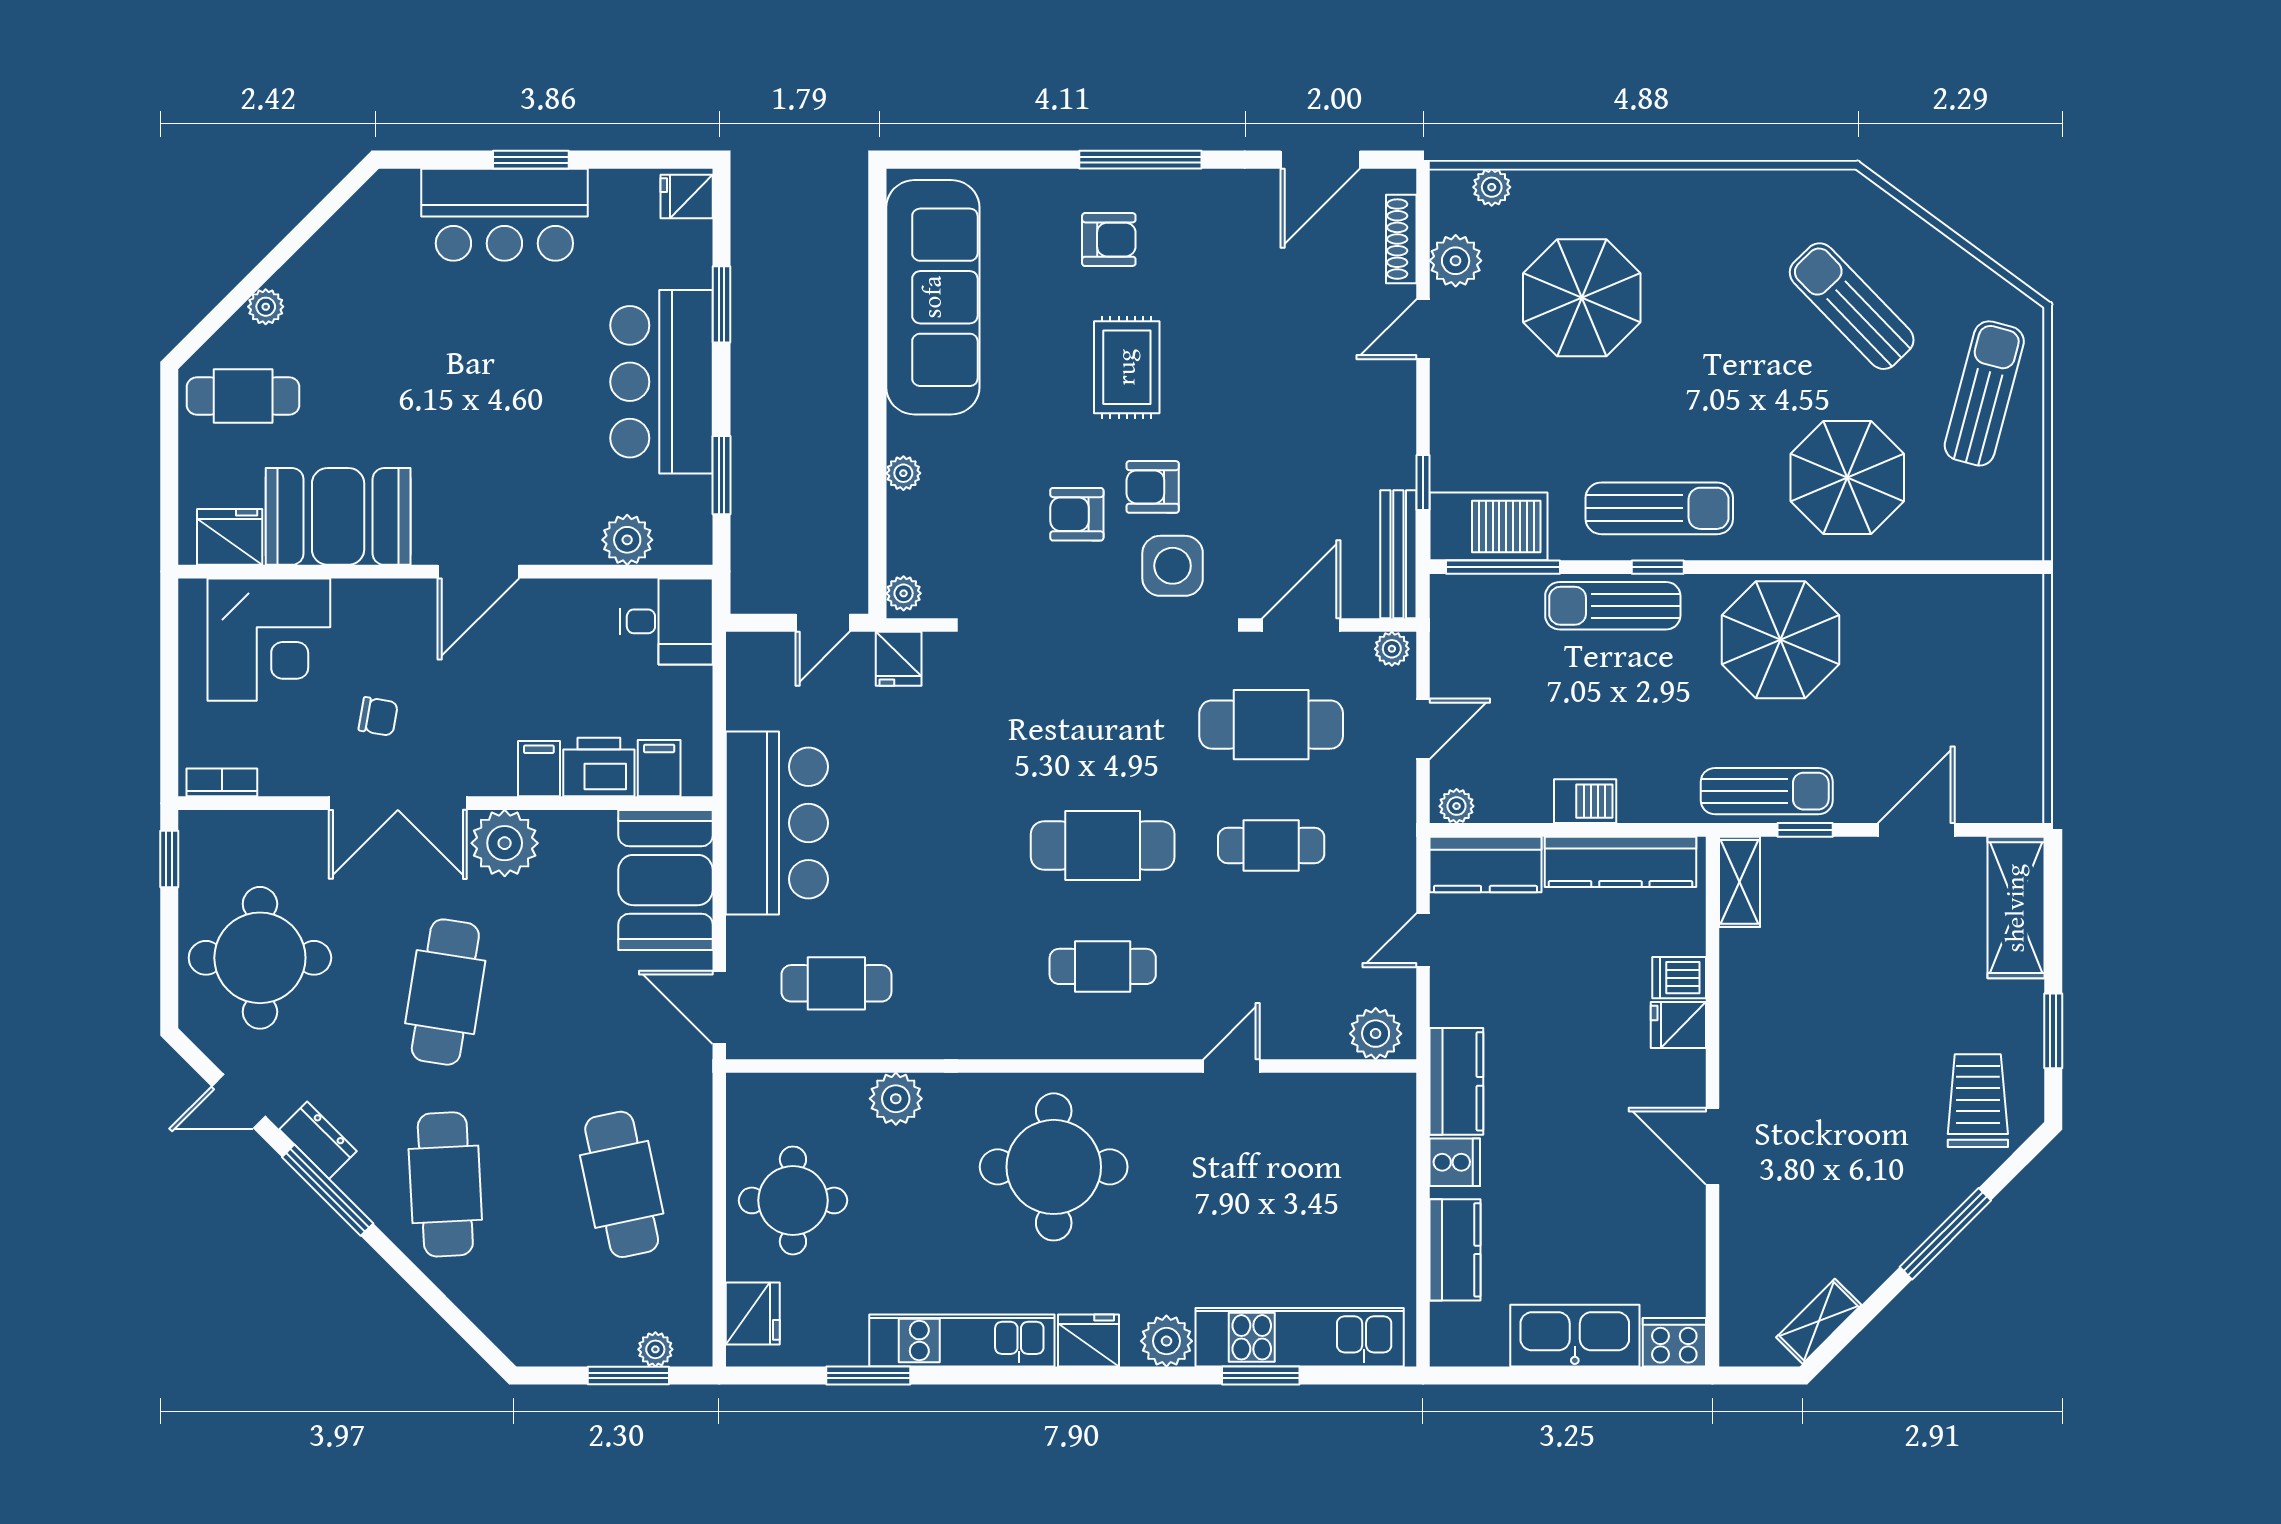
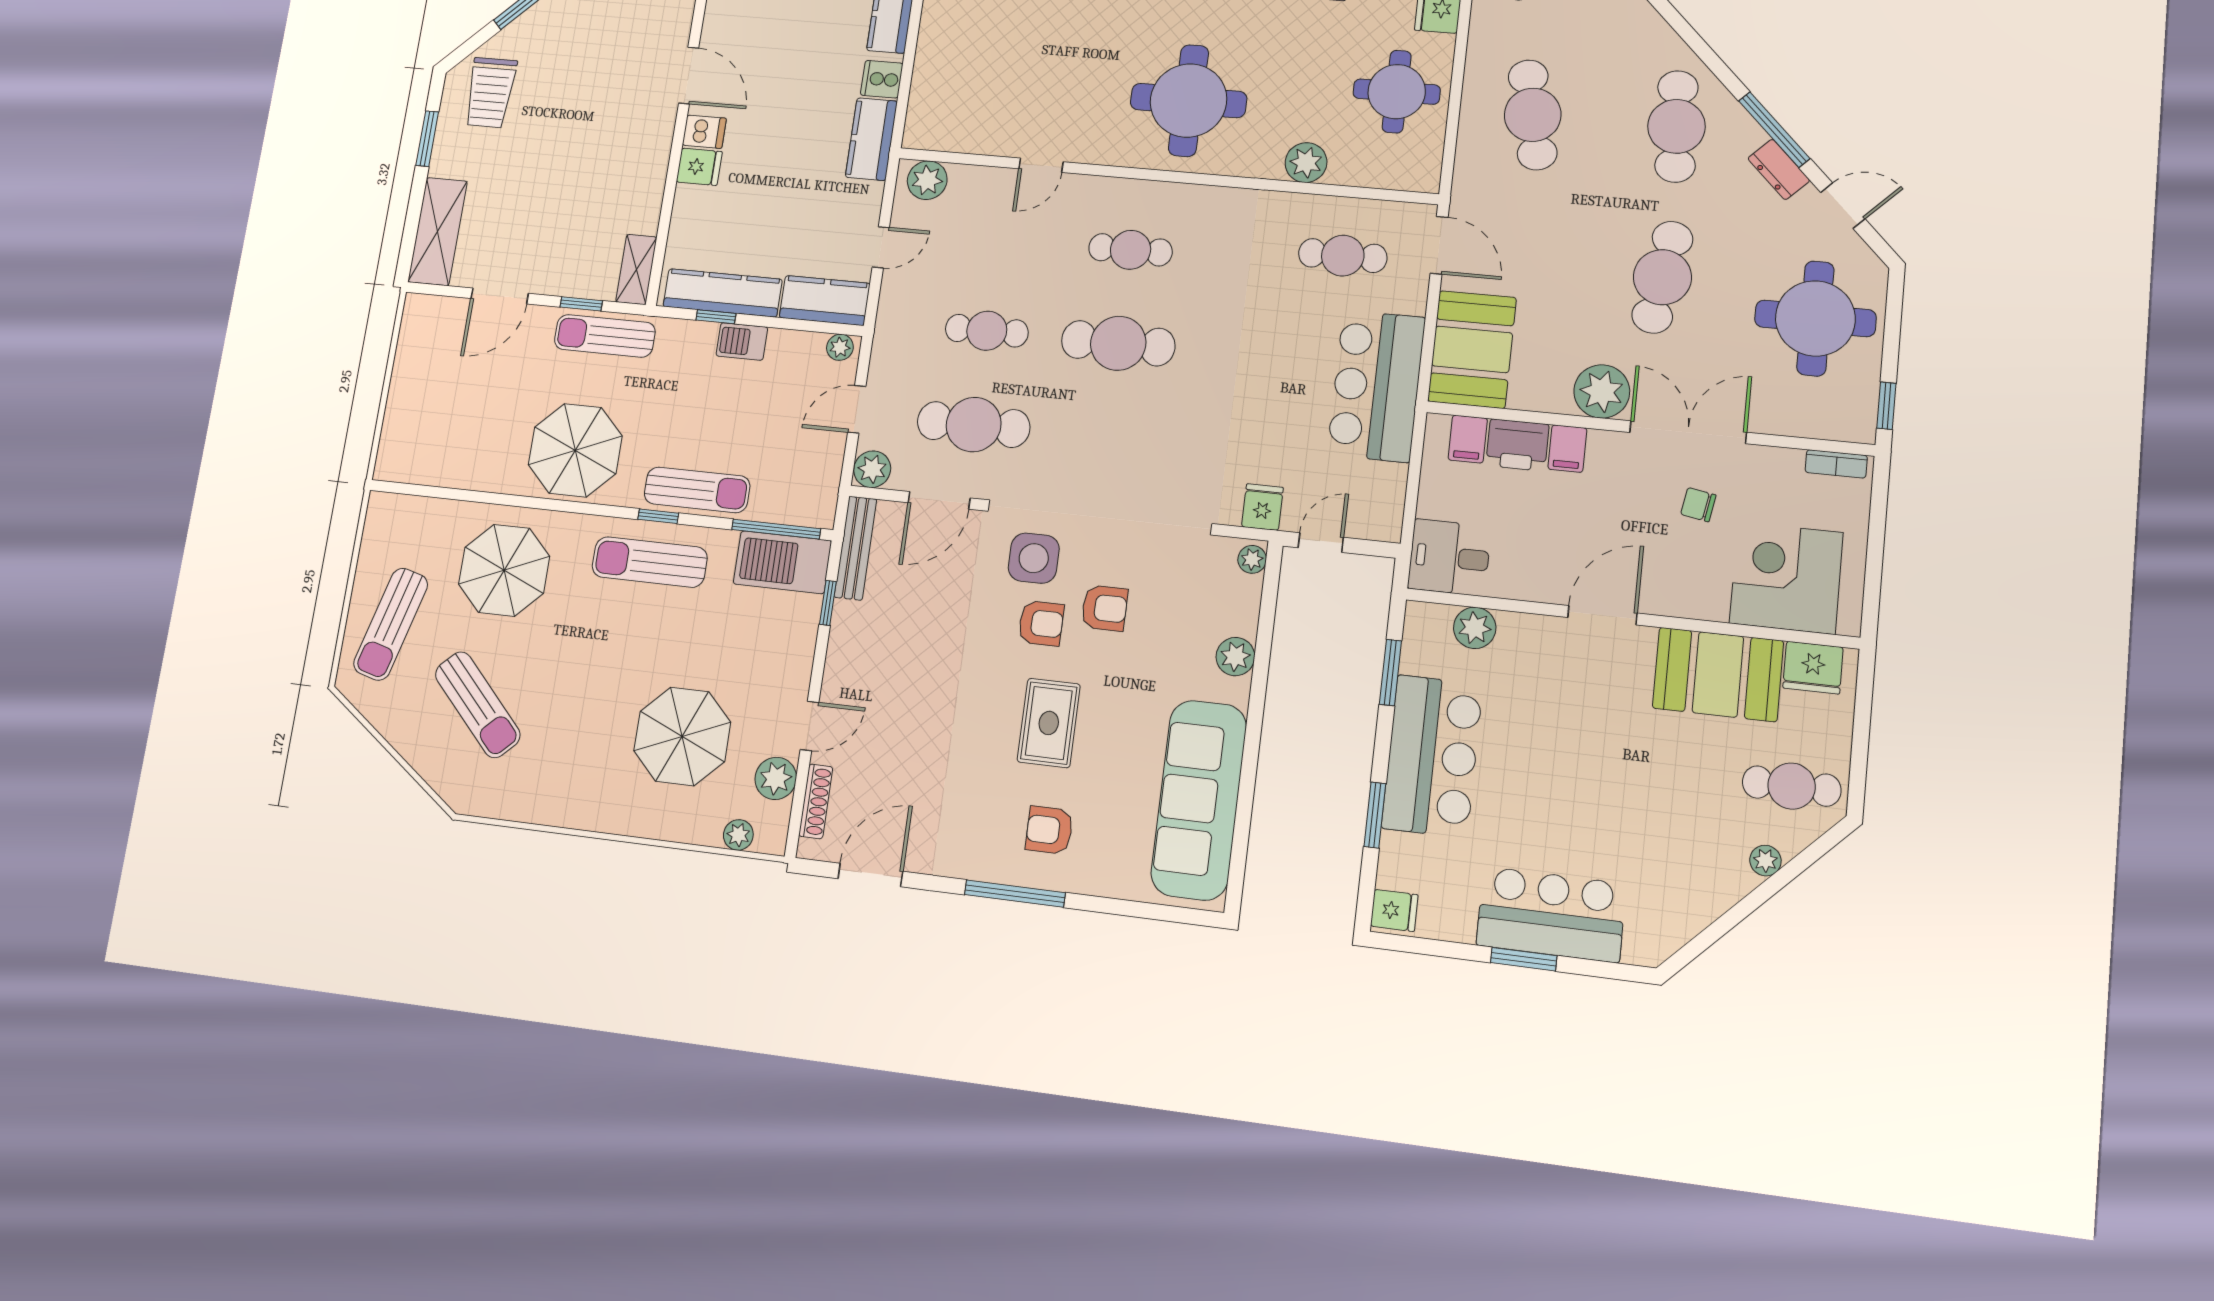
plant: (903, 473) -> (1235, 657), width x1.38, depth x1.38
plant: (1392, 649) -> (872, 469), width x1.38, depth x1.38
window: (1624, 830) -> (716, 317), added
dishwasher: (1679, 978) -> (704, 132), moved

